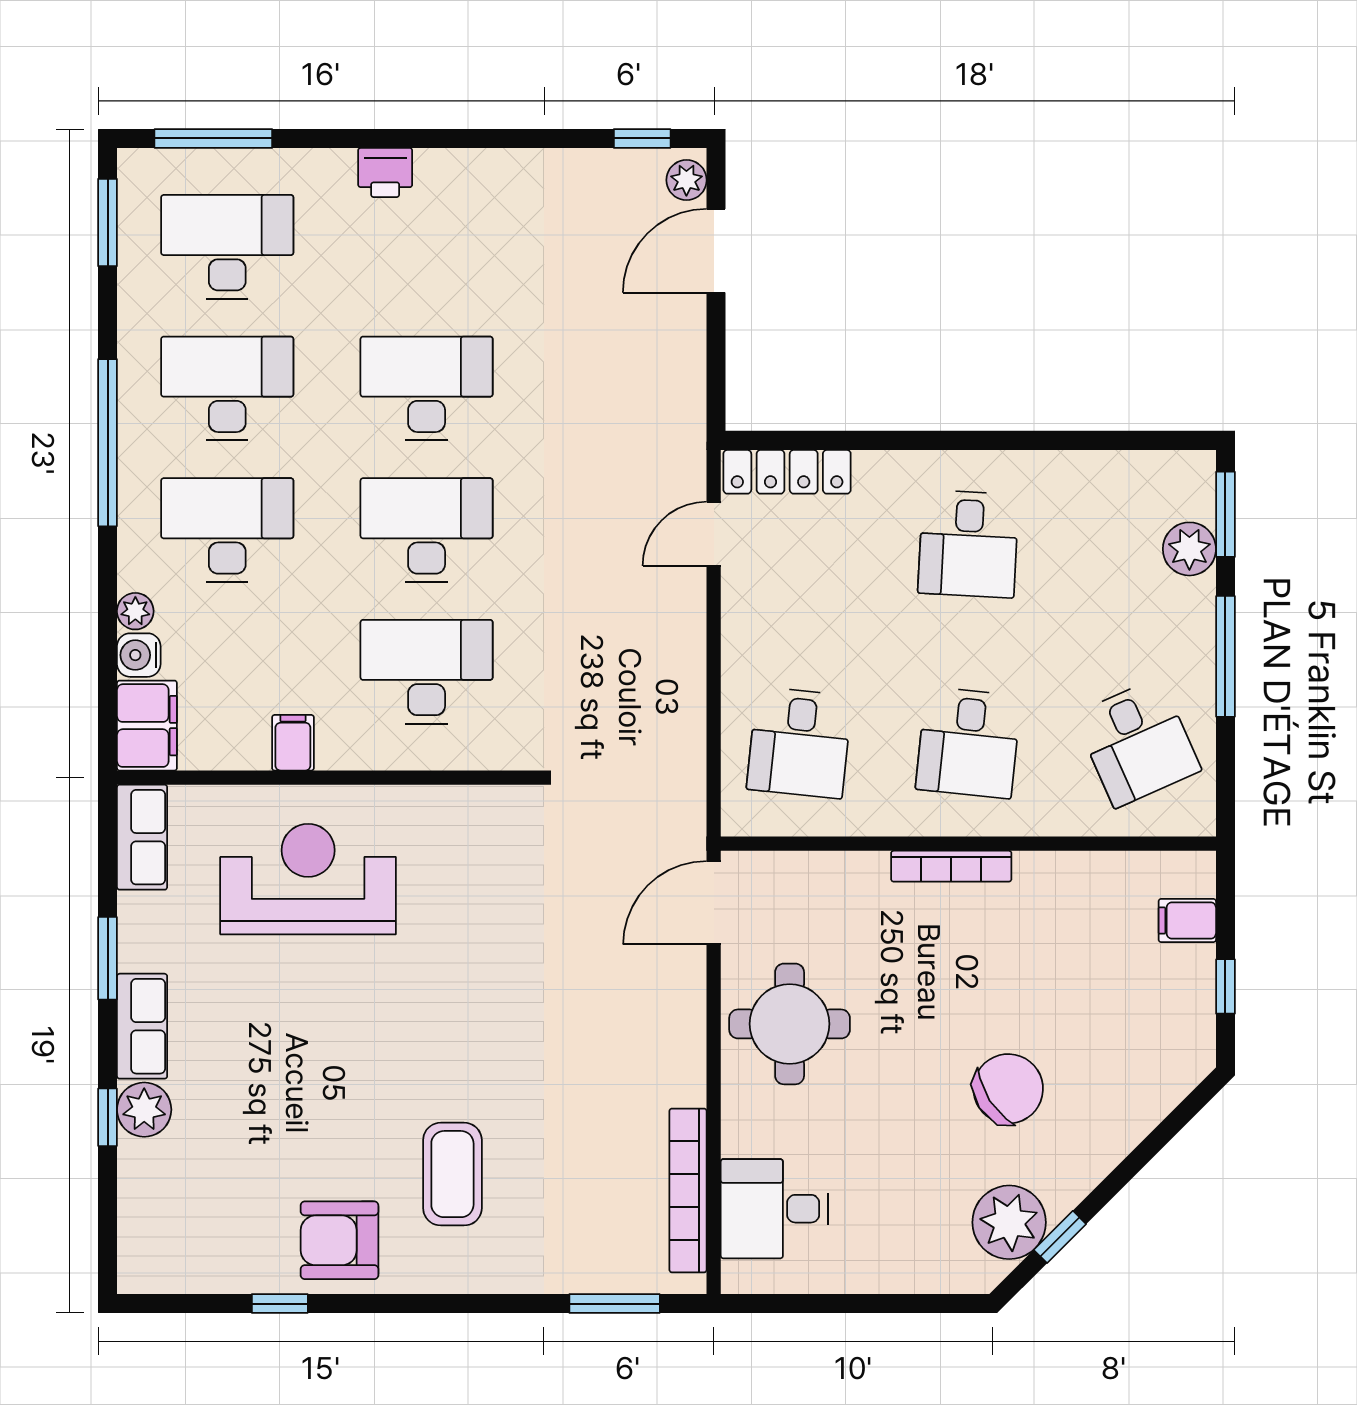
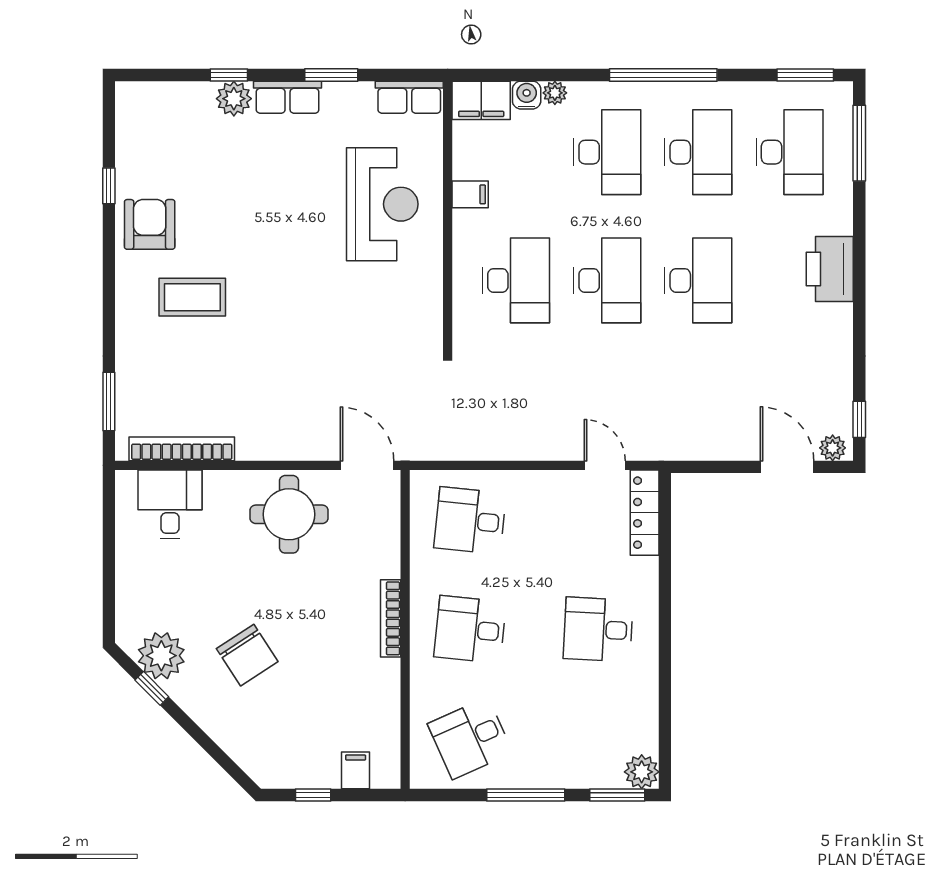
printer: (385, 172) -> (830, 269), width x1.87, depth x1.48
plant: (1189, 549) -> (642, 772), moved

